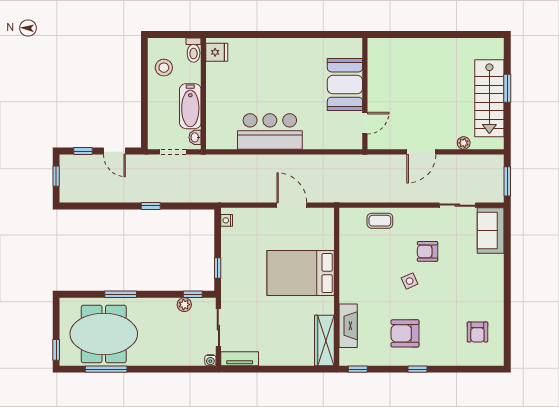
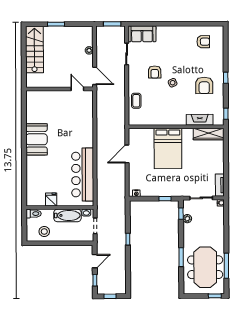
fridge: (217, 52) -> (51, 200), moved
booth: (345, 85) -> (37, 139), moved, turned 90
wall: (365, 94) -> (59, 89), moved
stairs: (489, 98) -> (34, 50), moved, turned -90
door: (365, 123) -> (77, 89), moved
bar counter: (270, 131) -> (83, 174), width x1.36

